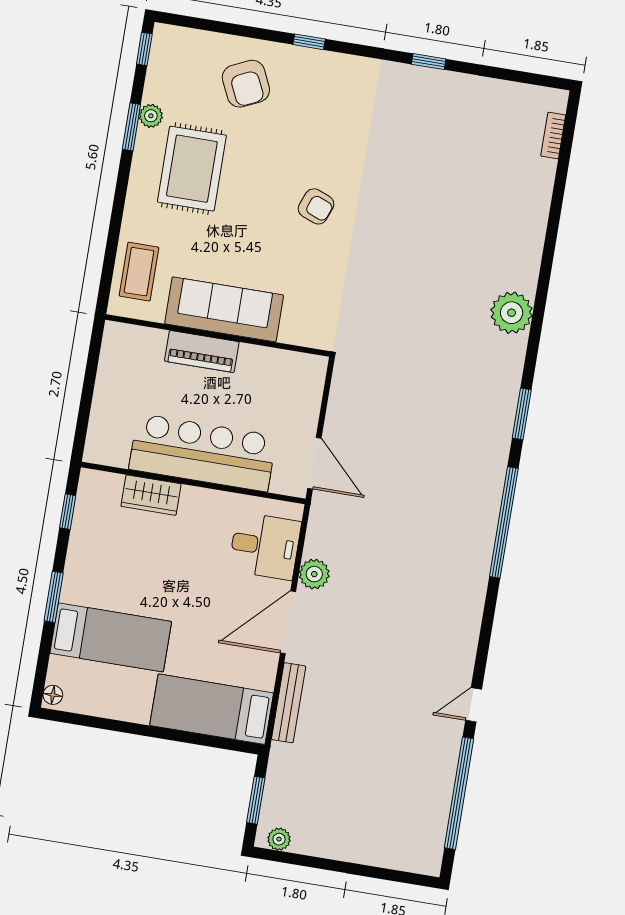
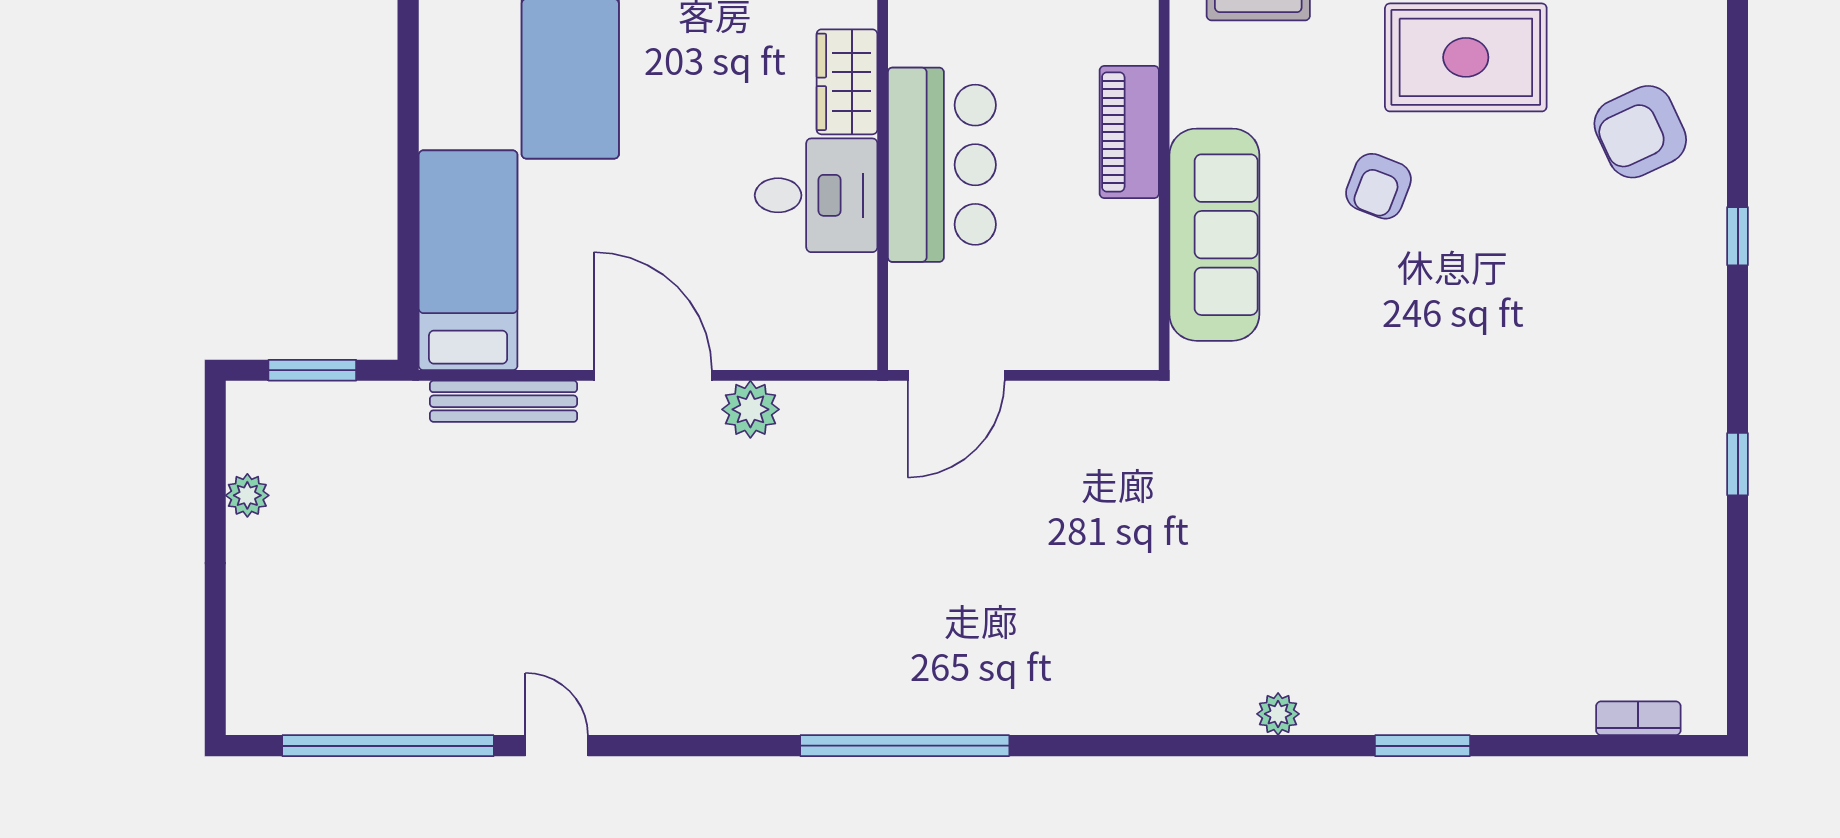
armchair: (316, 206) -> (1378, 186), moved
sofa: (224, 309) -> (1214, 235), moved
plant: (512, 313) -> (1278, 714), width x0.53, depth x0.53
window: (522, 414) -> (1422, 746), moved
bar counter: (203, 453) -> (942, 165), width x0.73
desk: (265, 546) -> (816, 195), moved, turned -90
plant: (279, 839) -> (247, 495), moved

